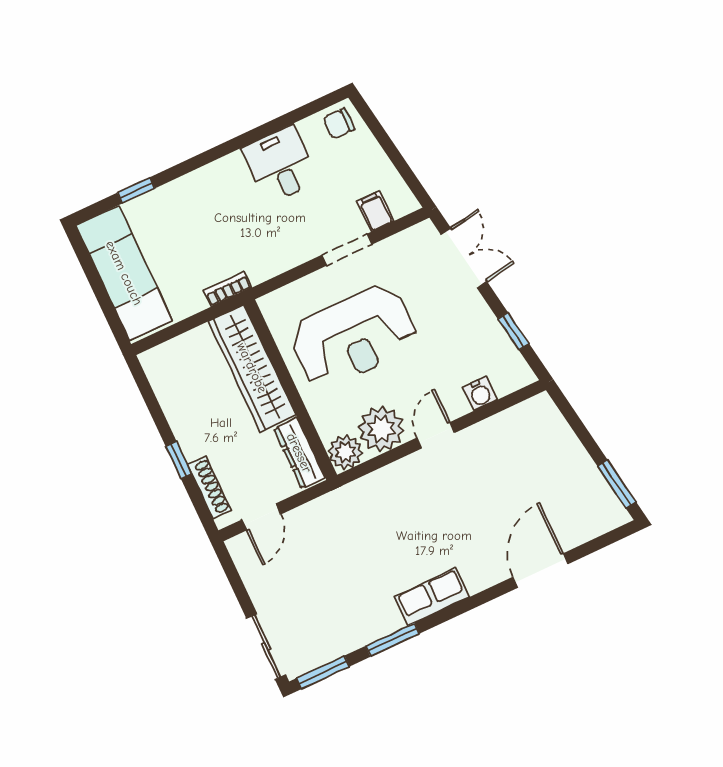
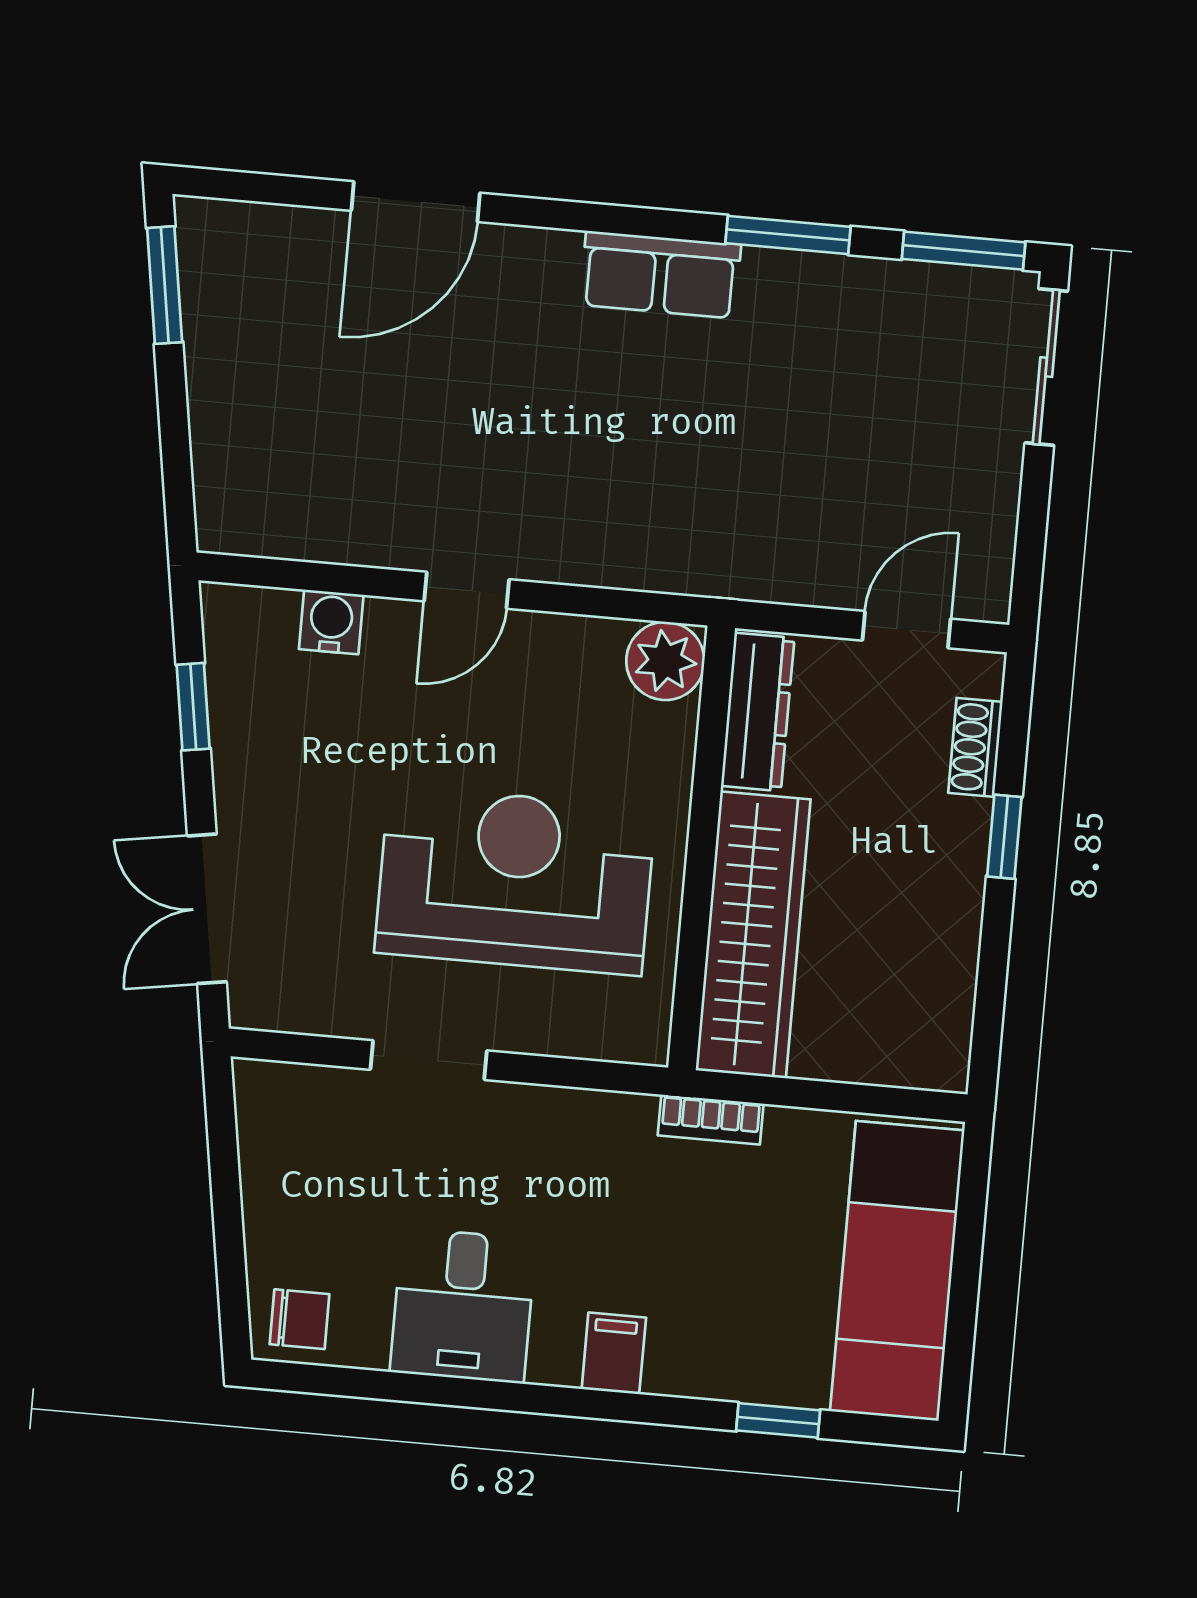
filing cabinet: (375, 211) -> (614, 1353), moved, turned 180
plant: (381, 429) -> (567, 666), removed
shoe rack: (209, 488) -> (975, 747), width x0.70

